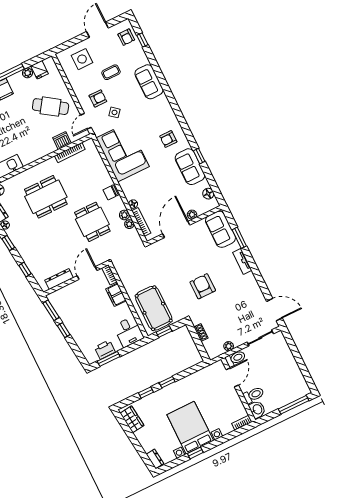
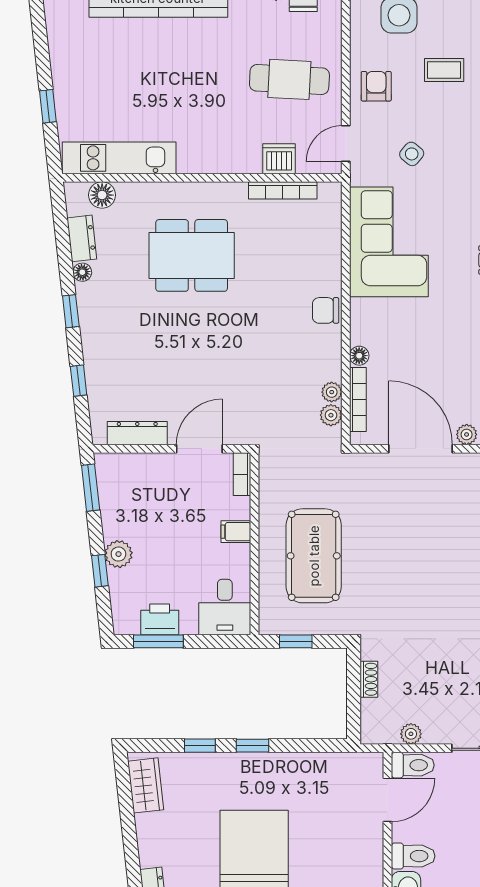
armchair: (98, 98) -> (376, 86), moved, turned -90
cafe table: (51, 107) -> (289, 79), turned -31
plant: (124, 215) -> (331, 415), moved
dining table: (92, 222) -> (260, 351), removed
door: (176, 229) -> (421, 449), hinge flipped
armchair: (203, 286) -> (418, 589), removed
filing cabinet: (116, 295) -> (236, 532), width x0.50
pool table: (154, 308) -> (314, 556), moved
window: (64, 330) -> (100, 571), moved
plant: (75, 331) -> (118, 554), added

